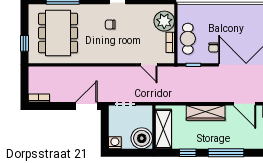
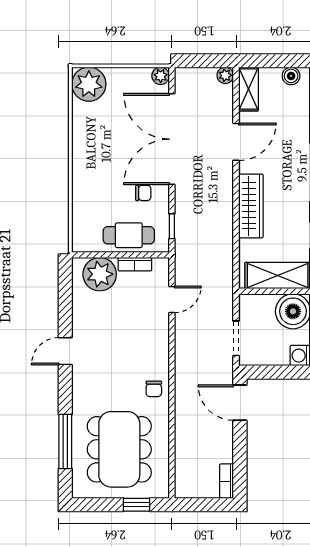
chair: (110, 25) -> (154, 389), moved
dining table: (58, 33) -> (119, 449), turned 90

